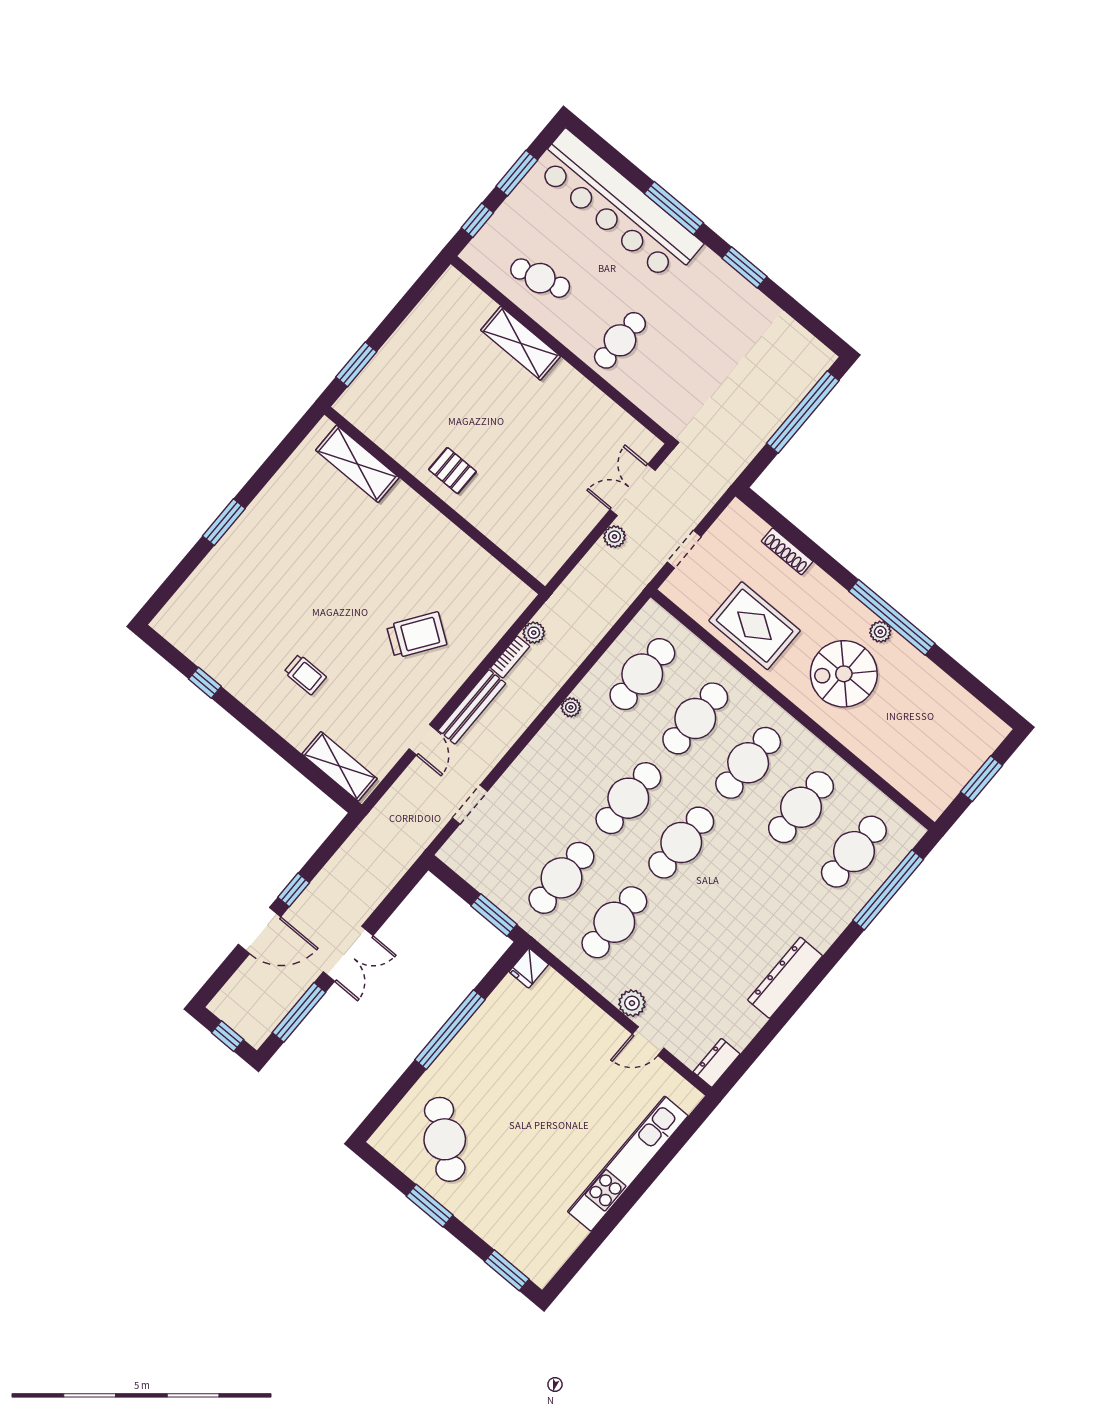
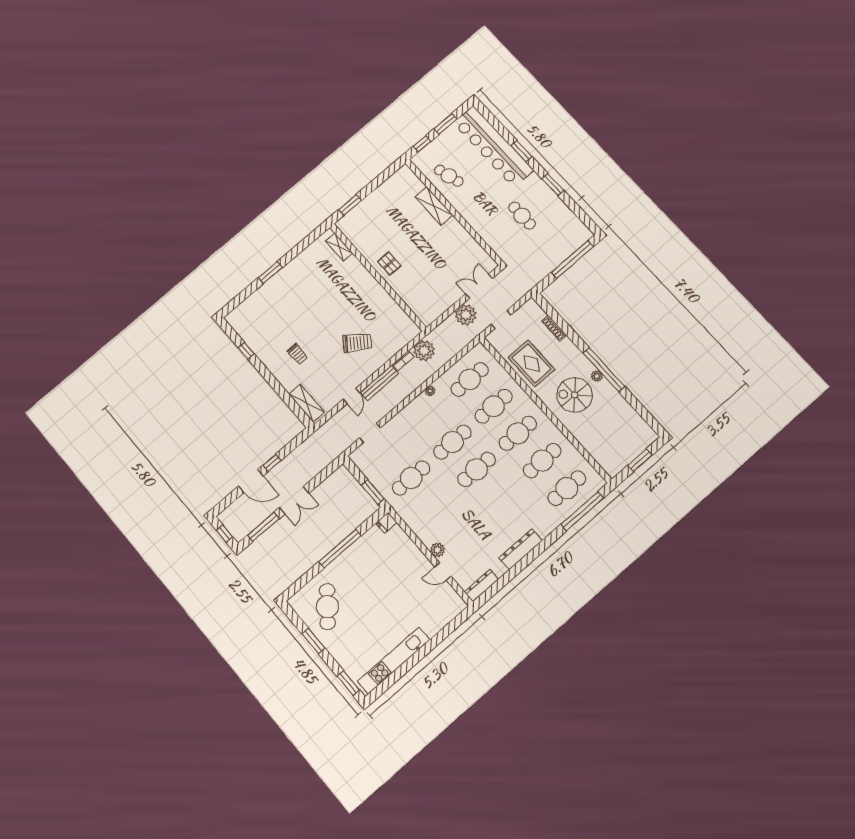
window: (674, 208) -> (521, 151), width x0.69
cafe table: (620, 340) -> (522, 216), moved, turned 90
shelving: (357, 464) -> (339, 247), width x0.67, depth x0.75
plant: (615, 537) -> (466, 315), width x1.88, depth x1.88
plant: (534, 633) -> (424, 351), width x1.87, depth x1.87
cafe table: (614, 922) -> (435, 506), removed
dresser: (717, 1063) -> (481, 586), width x1.44
kitchen unit: (628, 1164) -> (394, 660), moved

